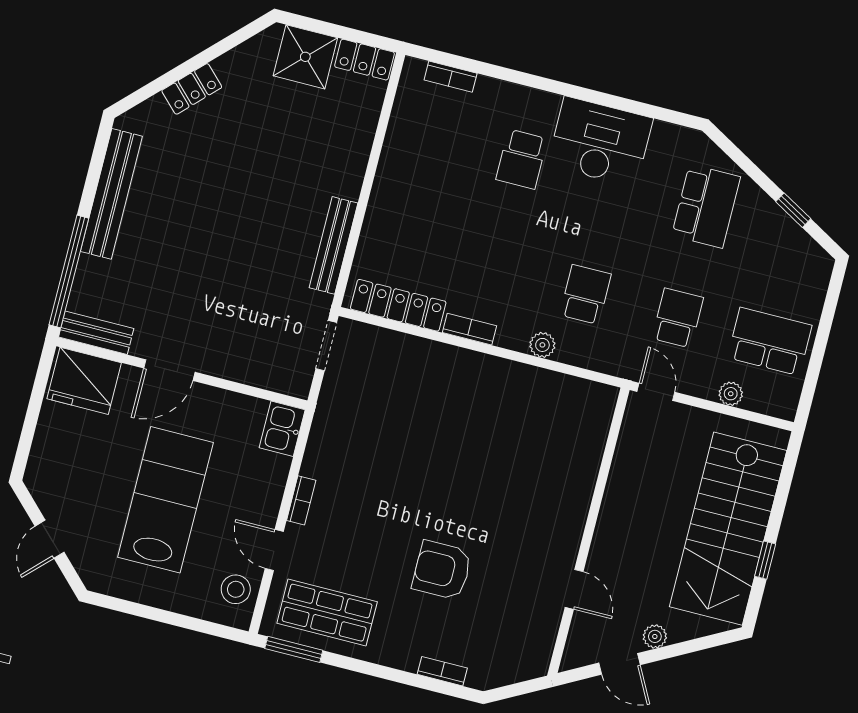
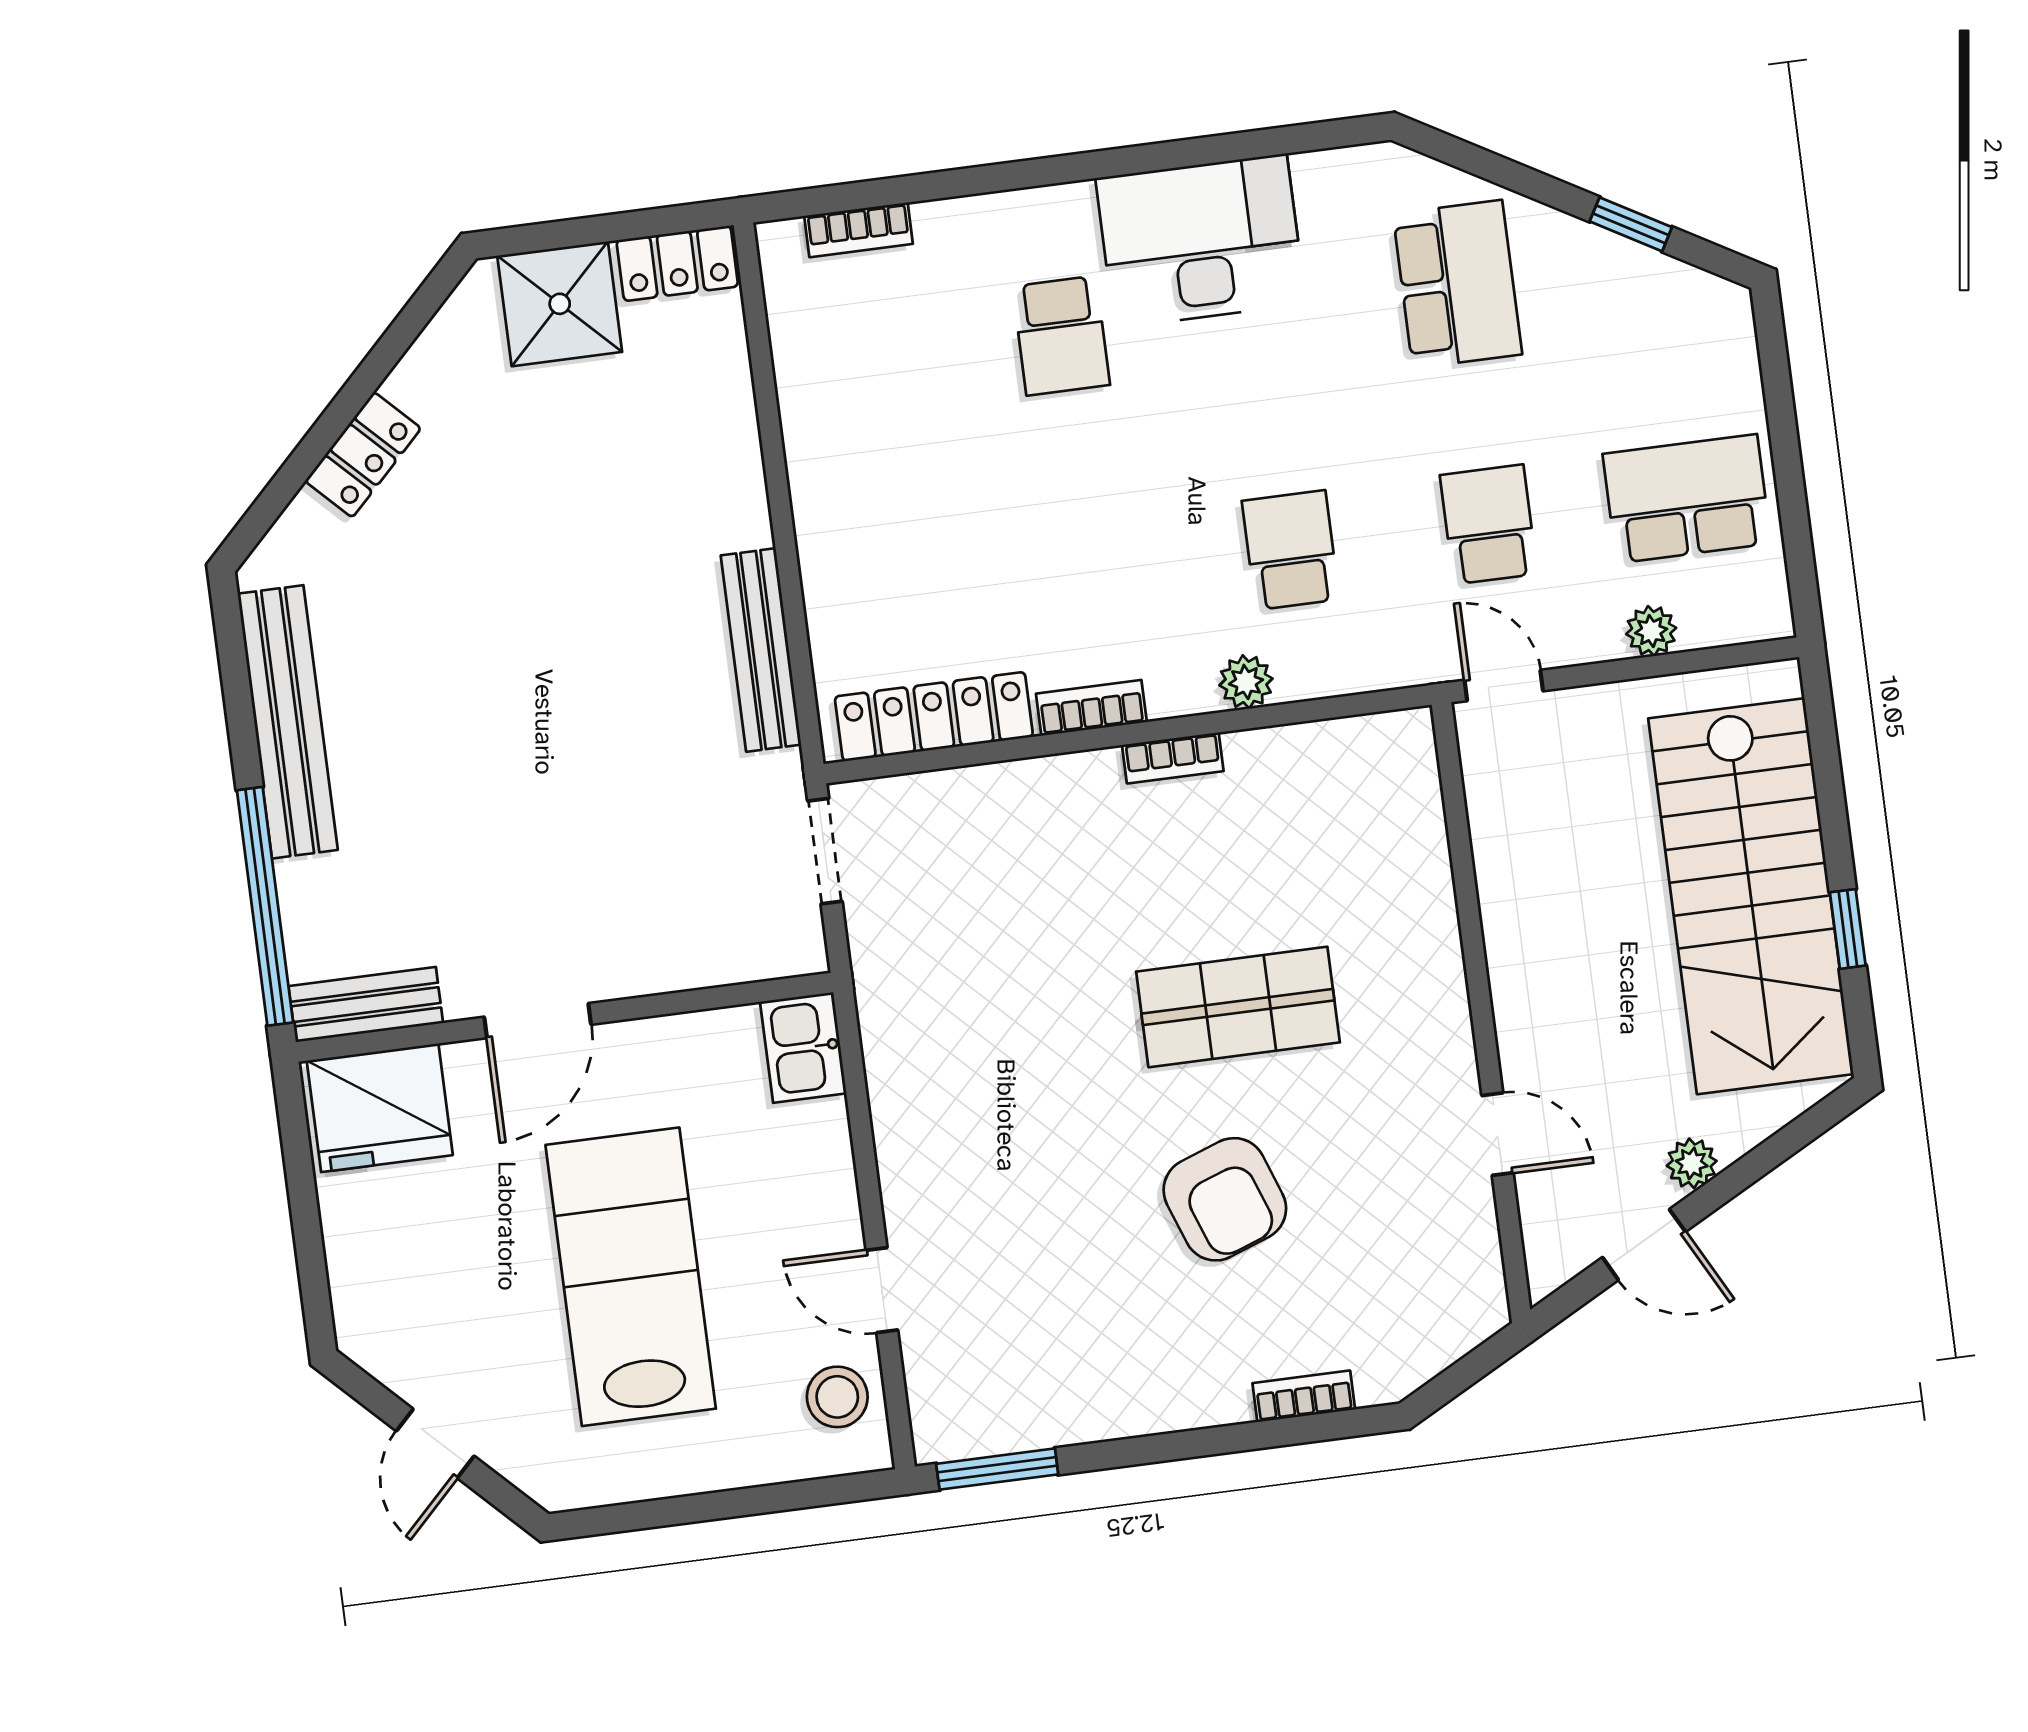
bookcase: (301, 500) -> (1173, 758), moved, turned 90
armchair: (442, 570) -> (1225, 1199), turned -110
shop shelf: (327, 613) -> (1238, 1007), moved

